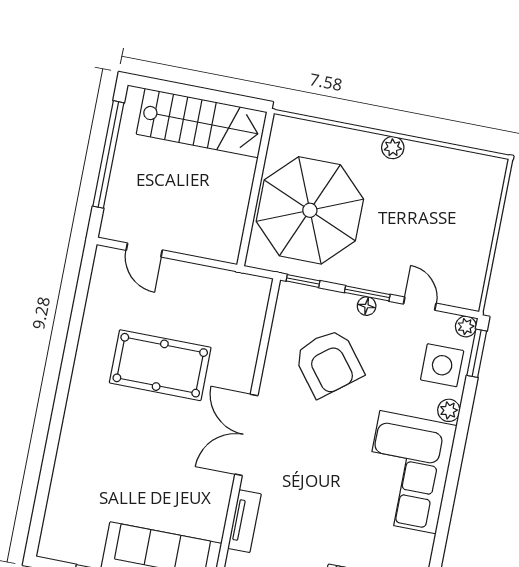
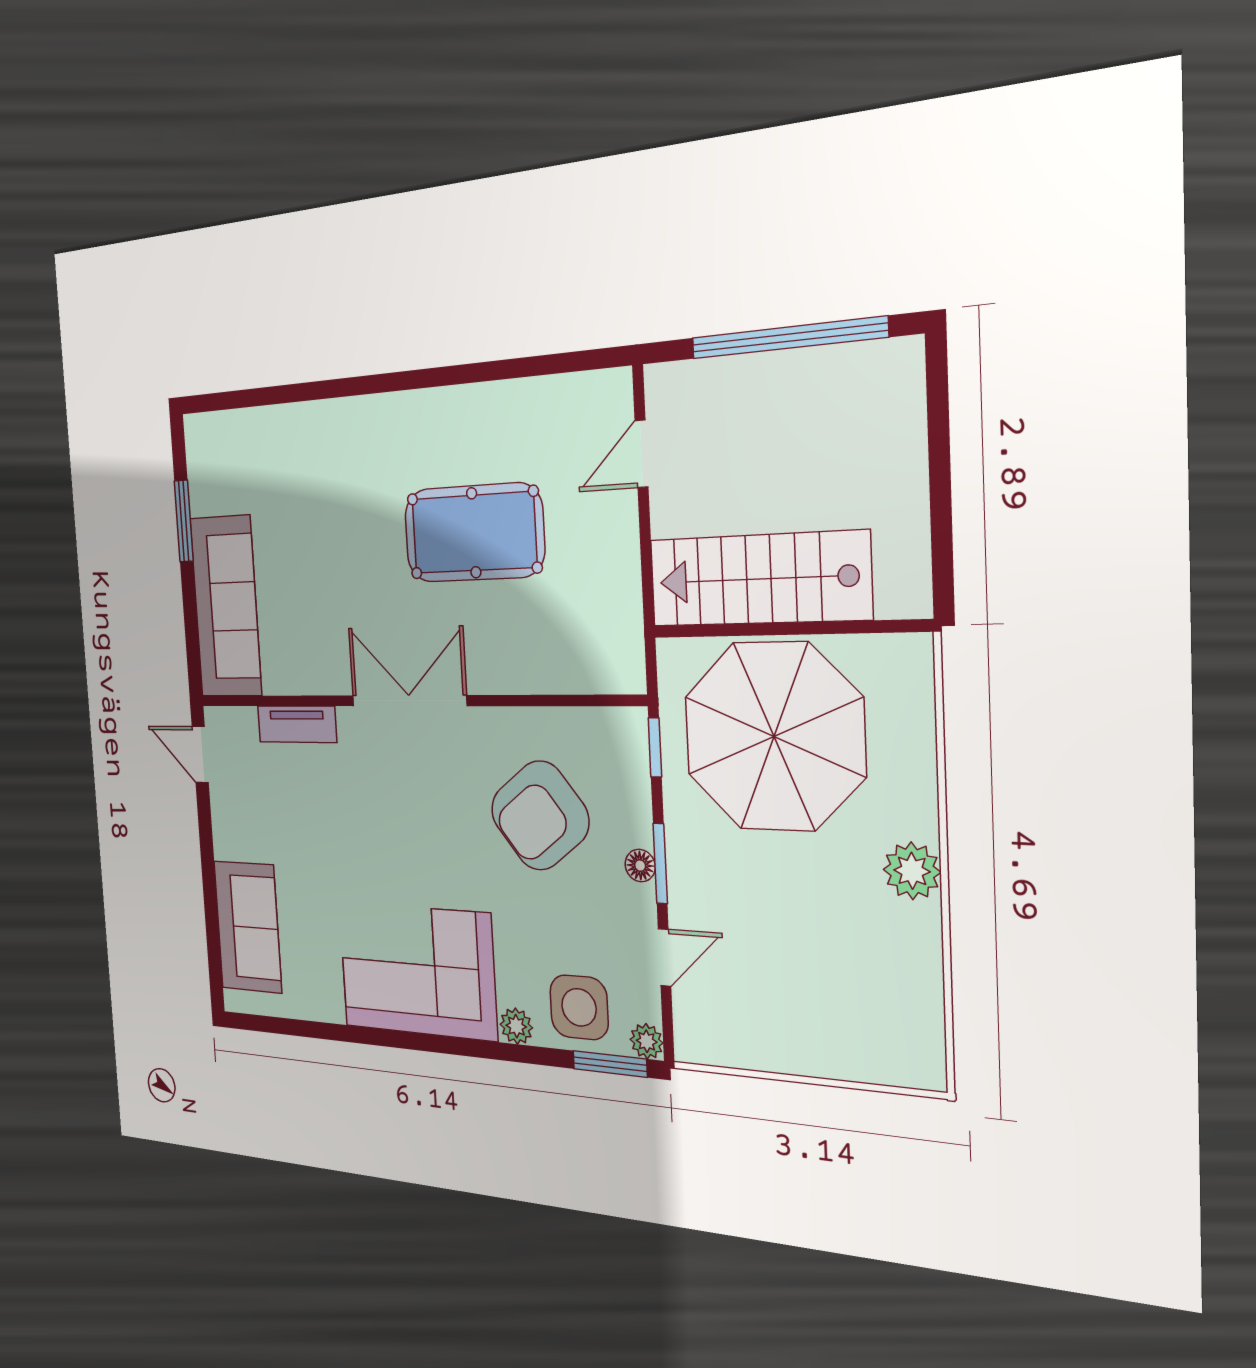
stairs: (202, 123) -> (759, 579), moved, turned 90
plant: (393, 148) -> (912, 871), width x1.38, depth x1.38
pool table: (160, 365) -> (474, 533), turned 90

